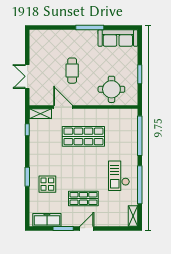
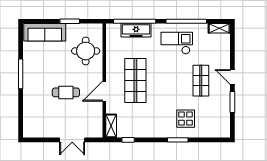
sofa: (118, 38) -> (45, 32), moved, turned 90
door: (63, 107) -> (104, 91), moved
checkout: (119, 176) -> (177, 43), turned 180
freezer: (47, 220) -> (136, 30), moved, turned -90

